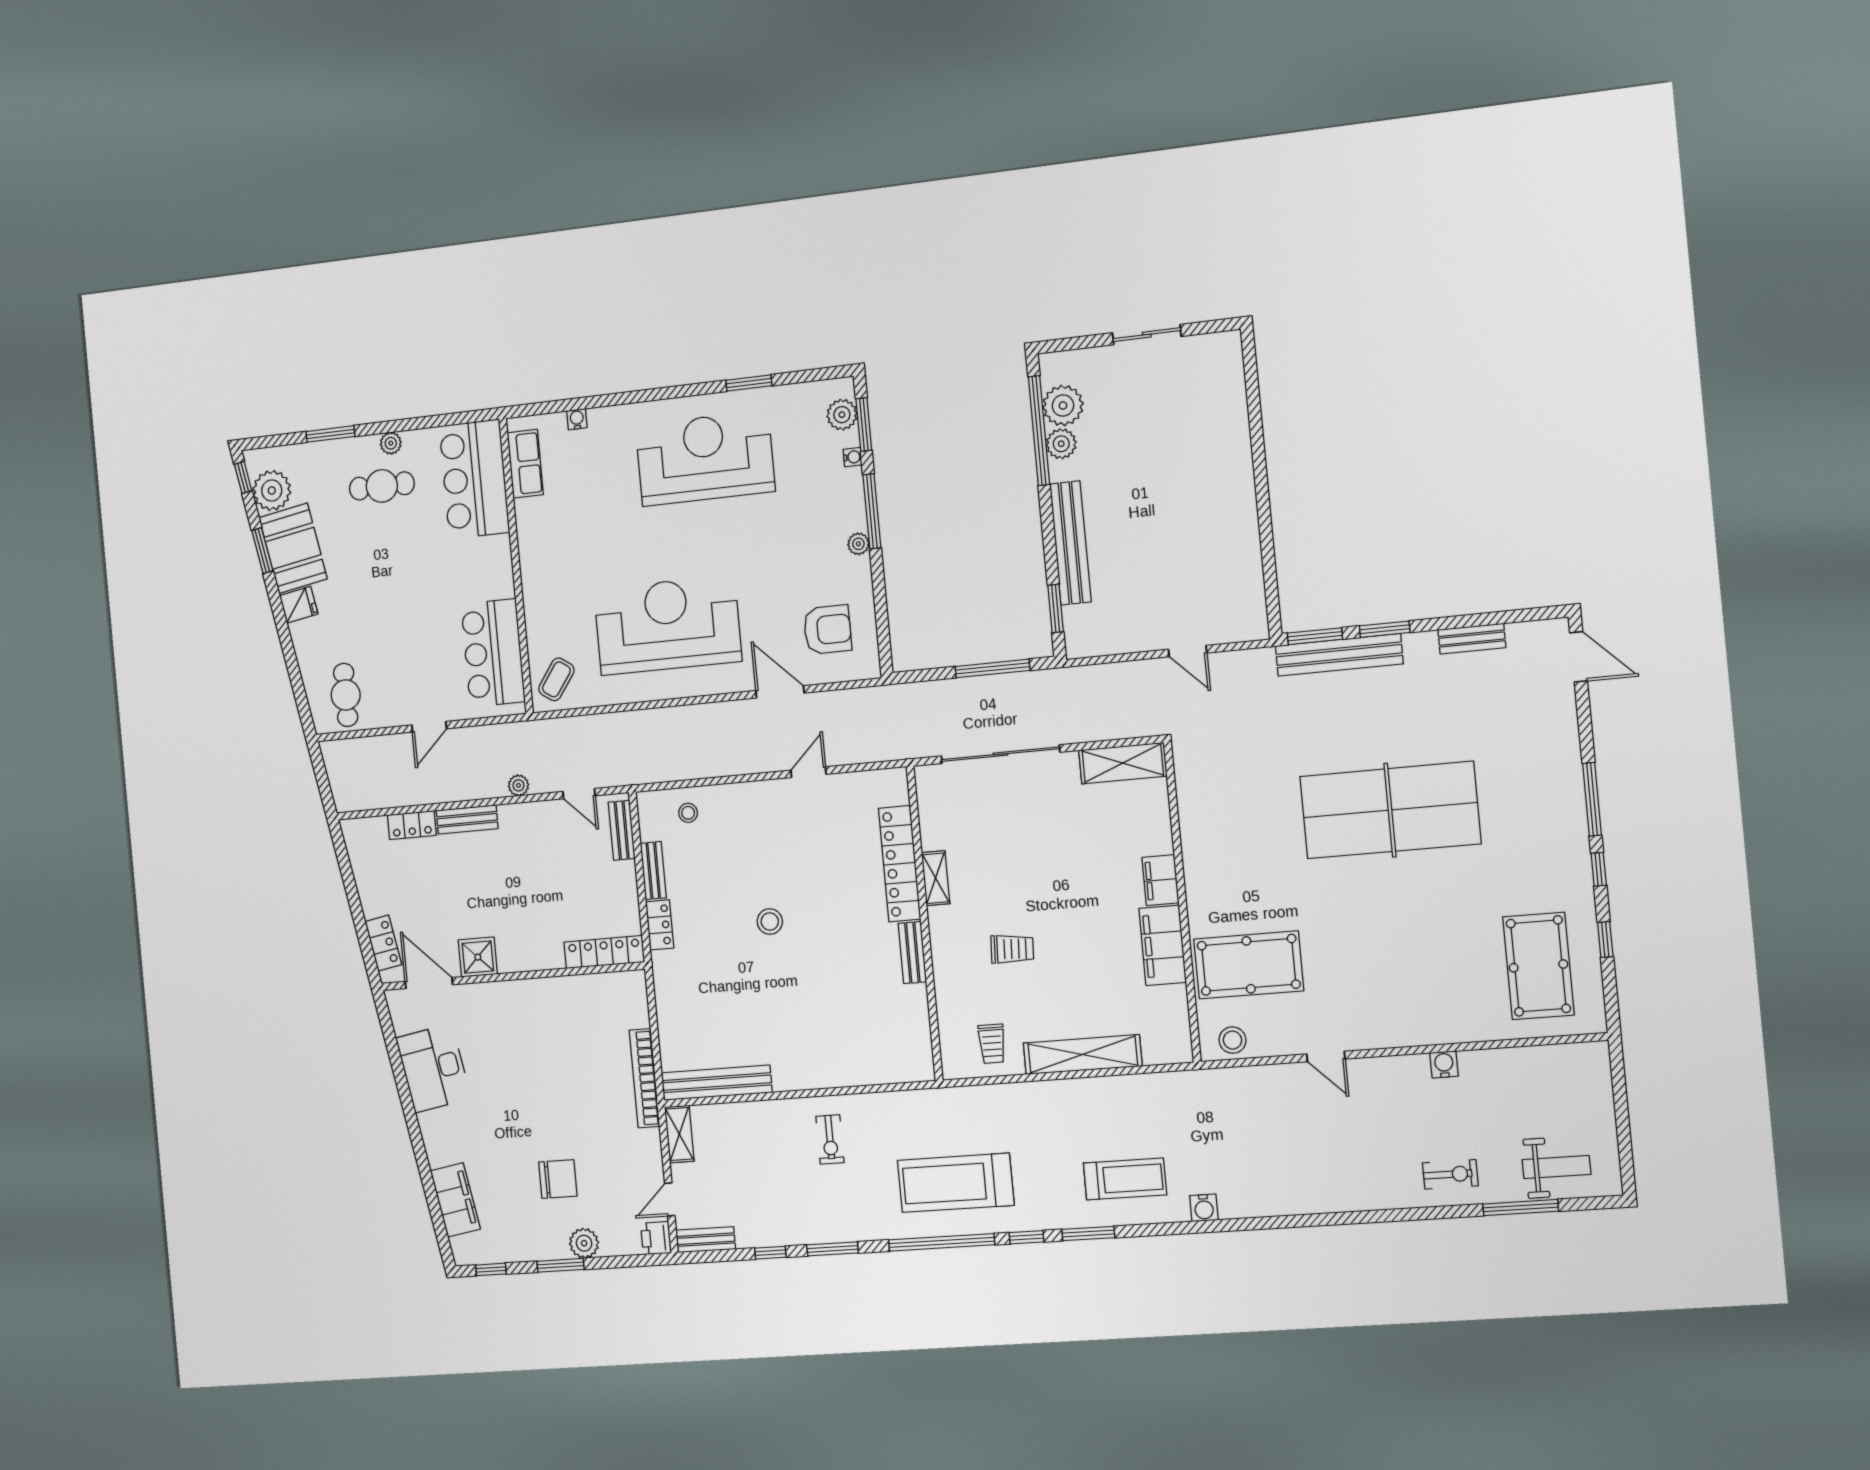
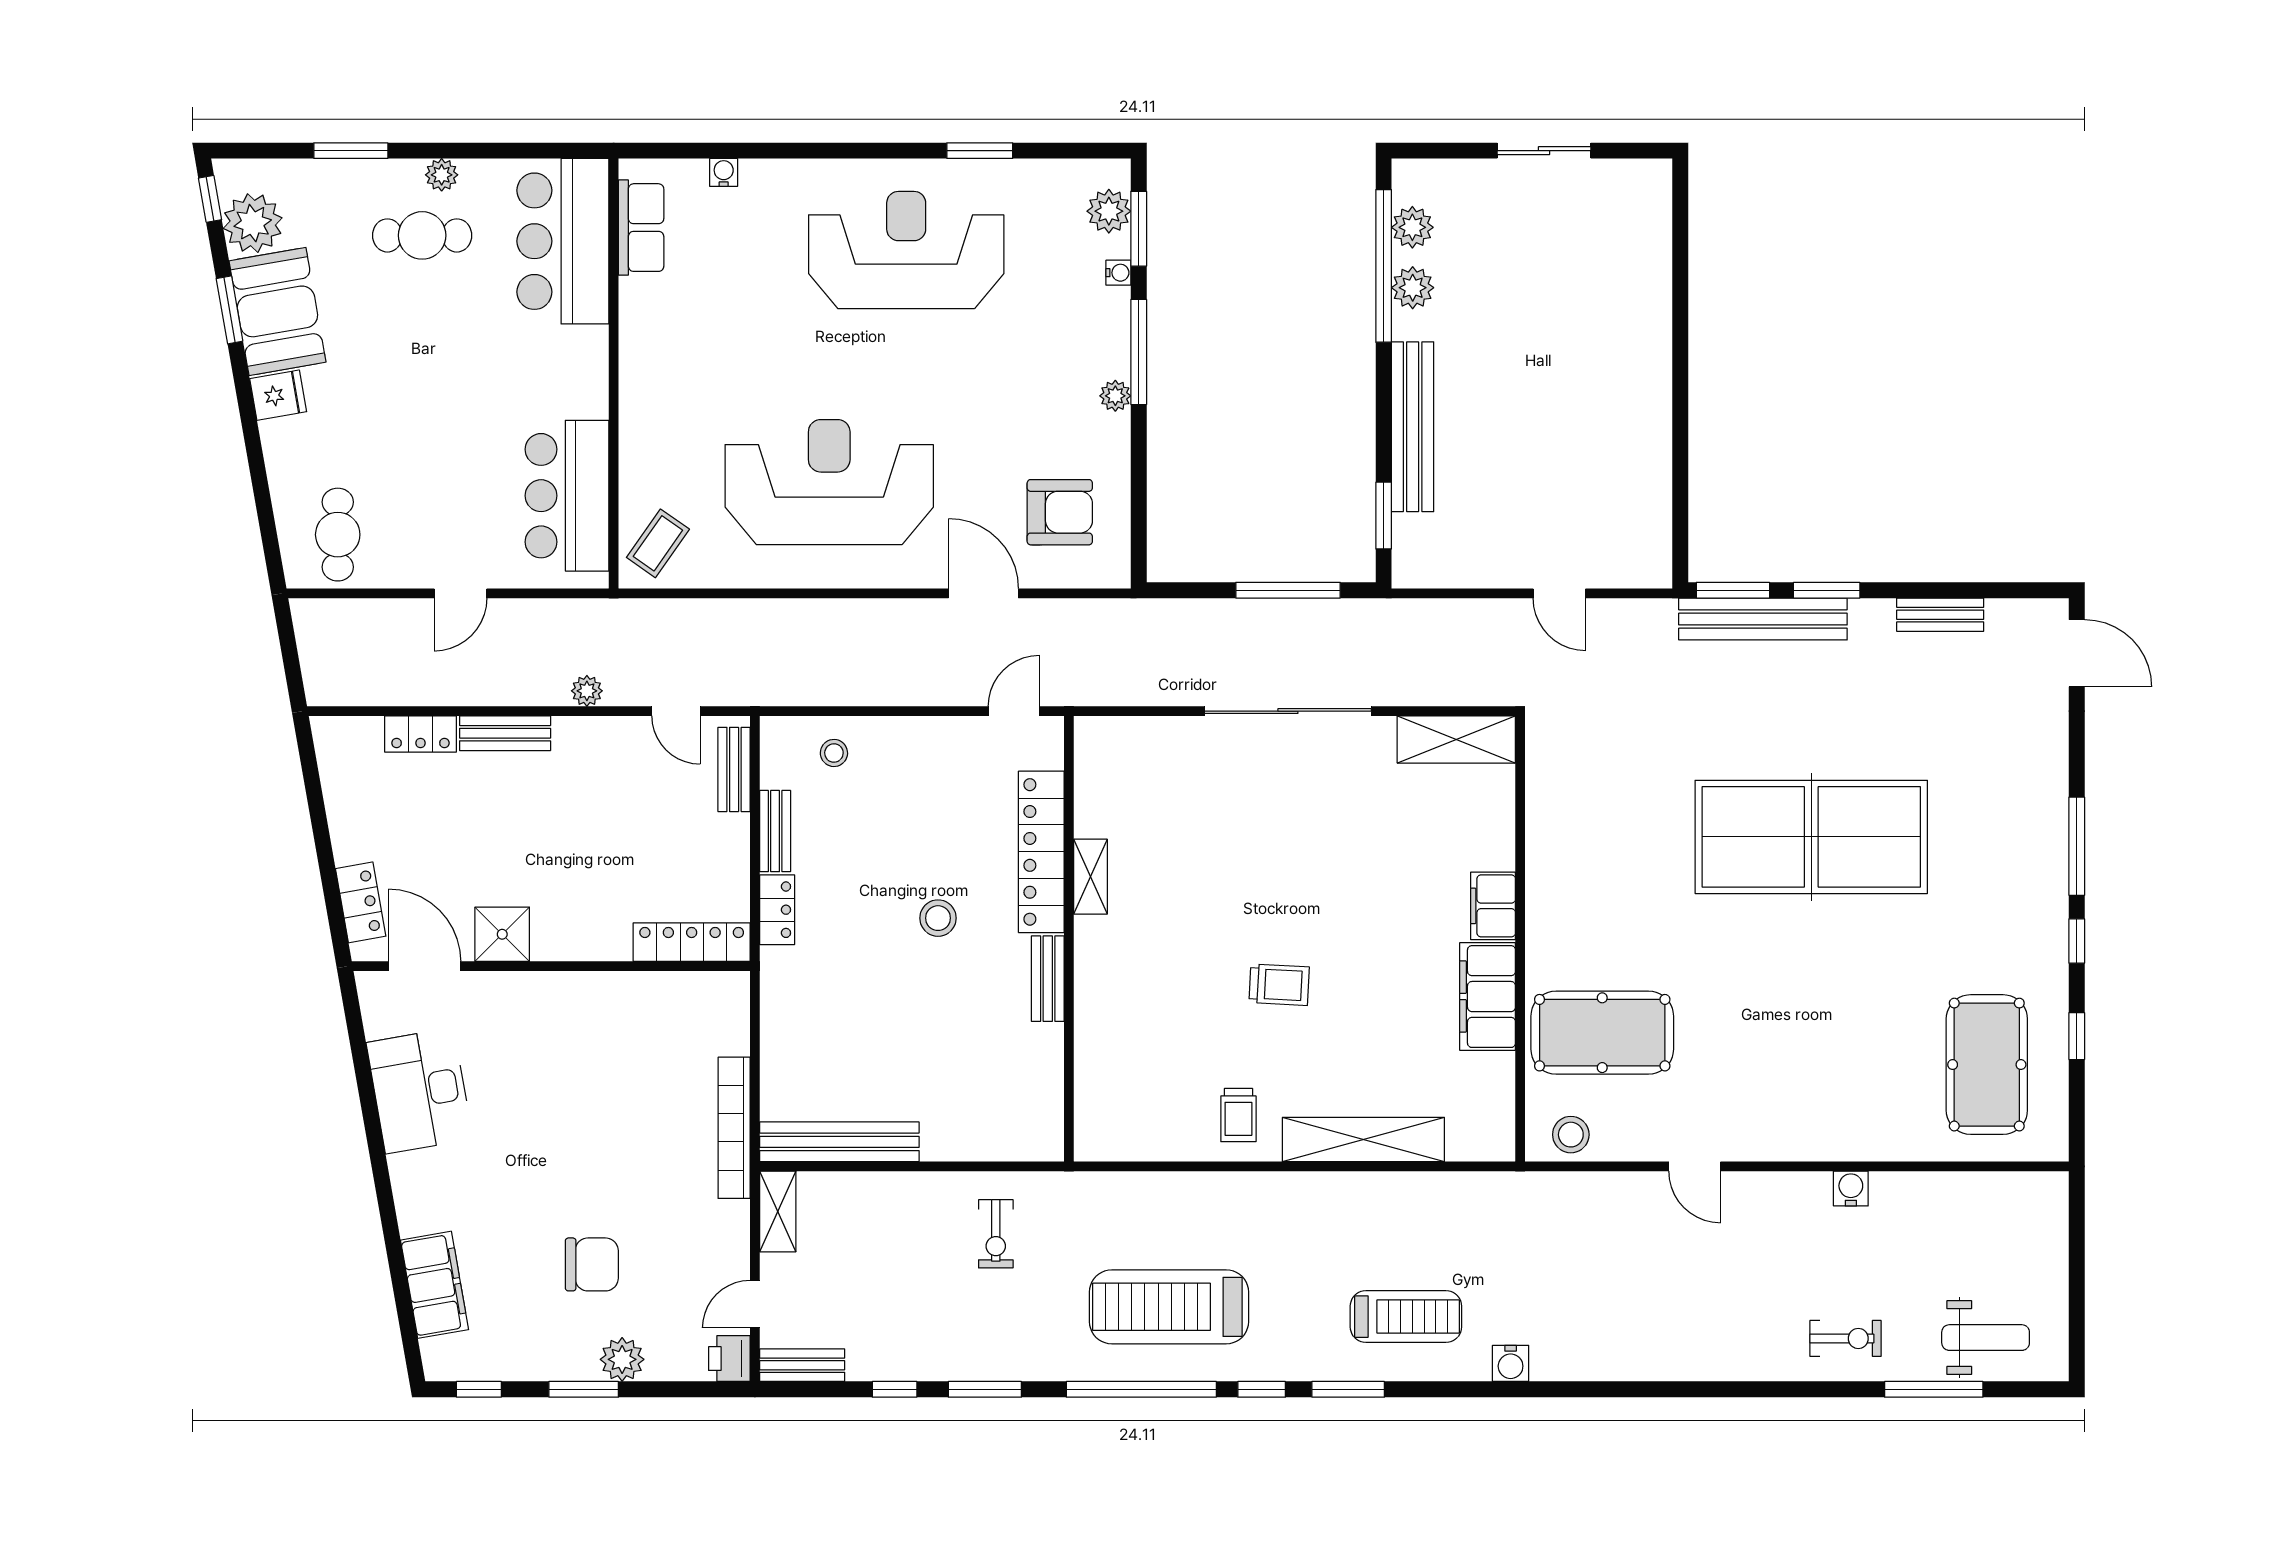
plant: (1063, 405) -> (1412, 227), width x0.73, depth x0.73
locker: (900, 864) -> (1041, 852), moved
shelving: (936, 878) -> (1090, 877), moved
wall: (925, 923) -> (1069, 939), moved
bench: (912, 953) -> (1048, 979), moved

